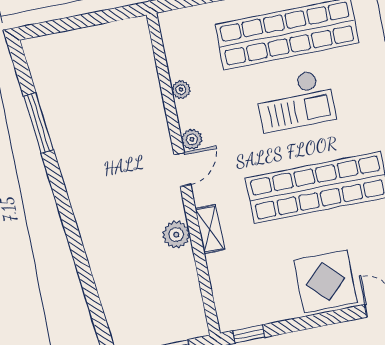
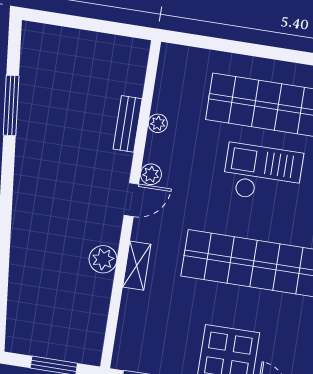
bench: (153, 100) -> (128, 124), added
checkout: (295, 101) -> (263, 173), turned 180

